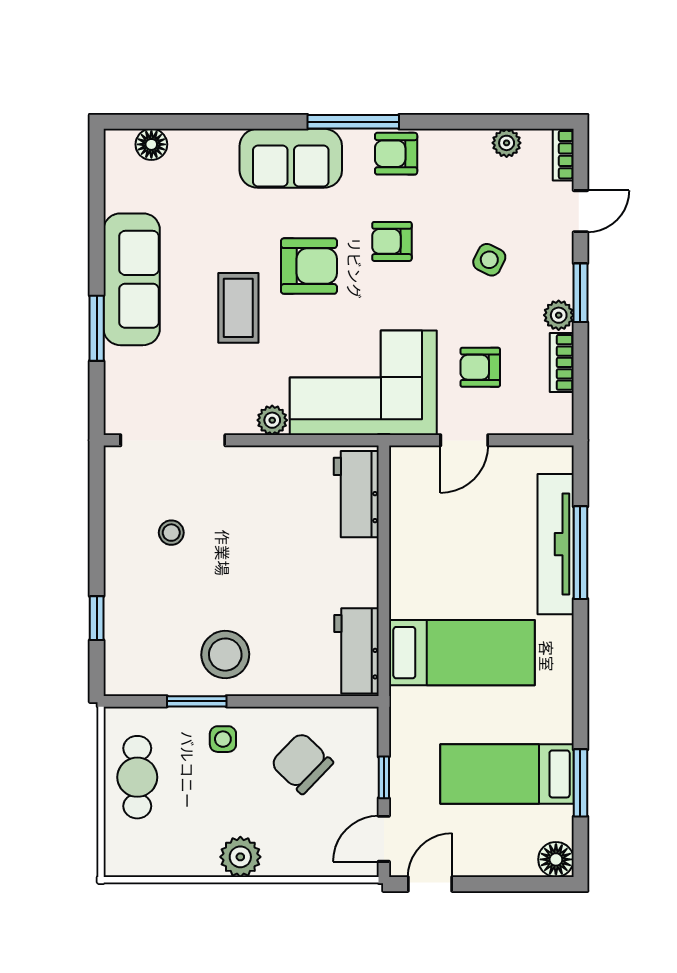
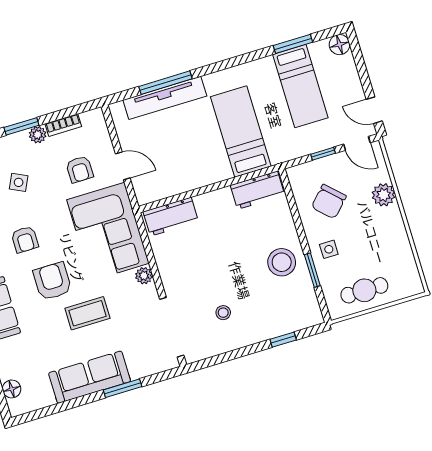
plant: (240, 857) -> (384, 195), moved

